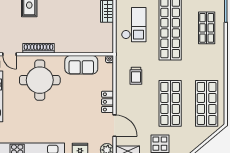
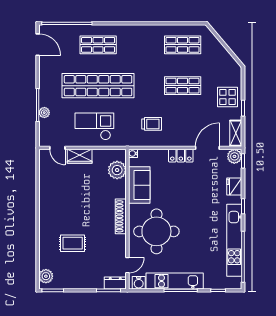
plant: (95, 45) -> (117, 170), added
shoe rack: (39, 48) -> (121, 216), moved
shop shelf: (170, 103) -> (183, 86), width x0.70, depth x0.74
shop shelf: (207, 103) -> (183, 45), width x0.70, depth x0.74

